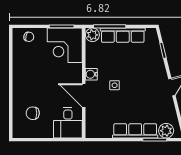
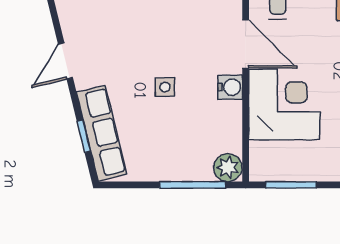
row of seats: (123, 35) -> (102, 133), moved, turned 76
corner desk: (65, 45) -> (284, 104), moved
side table: (115, 85) -> (165, 87), moved

